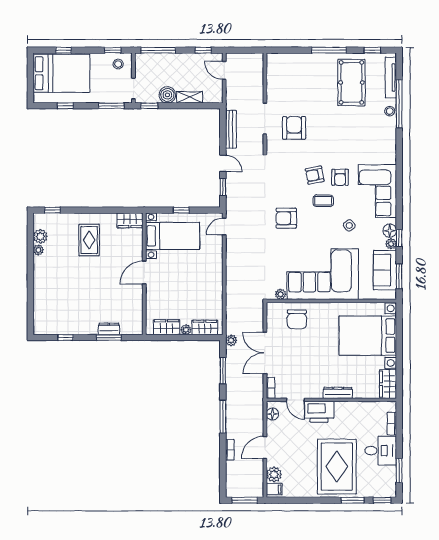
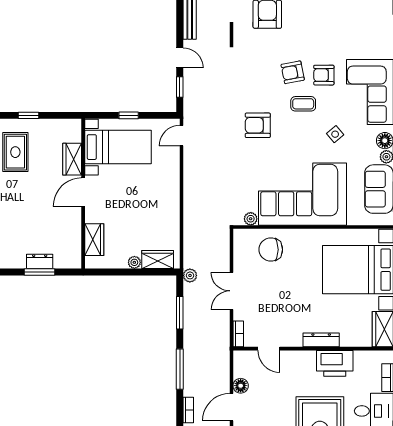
armchair: (340, 177) -> (324, 75), turned 90
window: (100, 210) -> (28, 115), added
wardrobe: (130, 220) -> (72, 159), moved, turned 90
chair: (297, 319) -> (271, 250), turned 90
wardrobe: (167, 327) -> (94, 240), moved, turned 90
double door: (265, 353) -> (231, 291), width x0.73
printer: (319, 412) -> (335, 363), moved
floor lamp: (272, 414) -> (241, 386), moved

